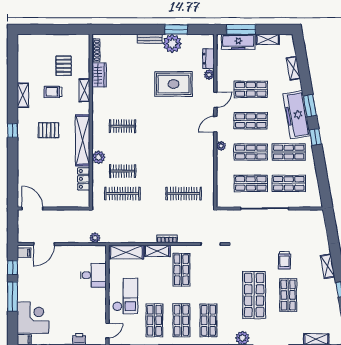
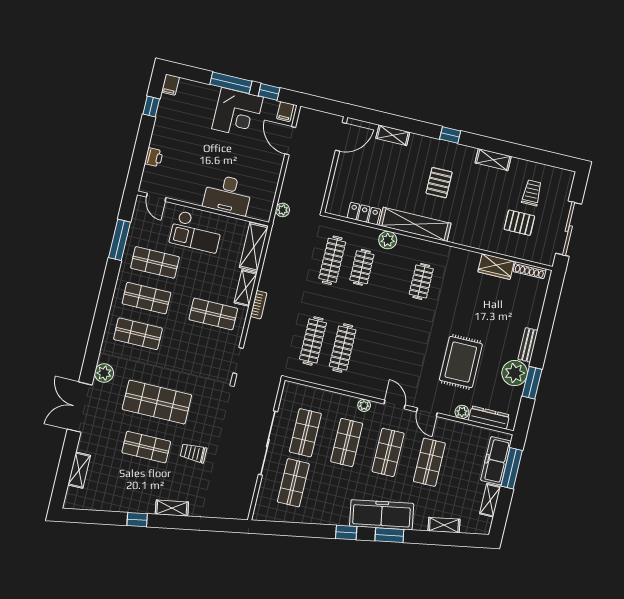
sliding door: (59, 29) -> (569, 229), added
dresser: (209, 59) -> (489, 418), width x1.44
shelving: (84, 90) -> (393, 135), moved
trolley: (53, 92) -> (532, 193), moved
shop shelf: (289, 152) -> (335, 493), removed
clothes rail: (184, 171) -> (343, 348), added
desk: (93, 275) -> (228, 195), width x1.37
corner desk: (33, 318) -> (237, 113), moved

